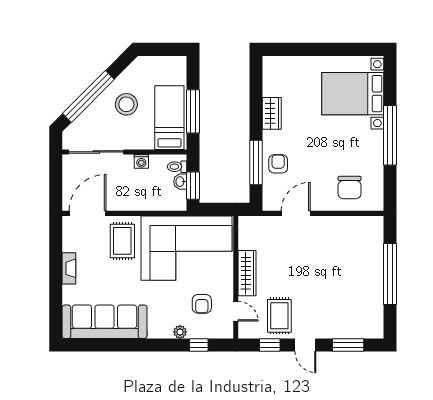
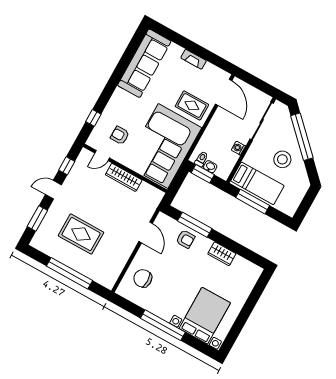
toilet: (177, 167) -> (201, 159), moved
rug: (279, 316) -> (81, 234), moved, width x1.36, depth x1.43
plant: (180, 332) -> (109, 110), removed

